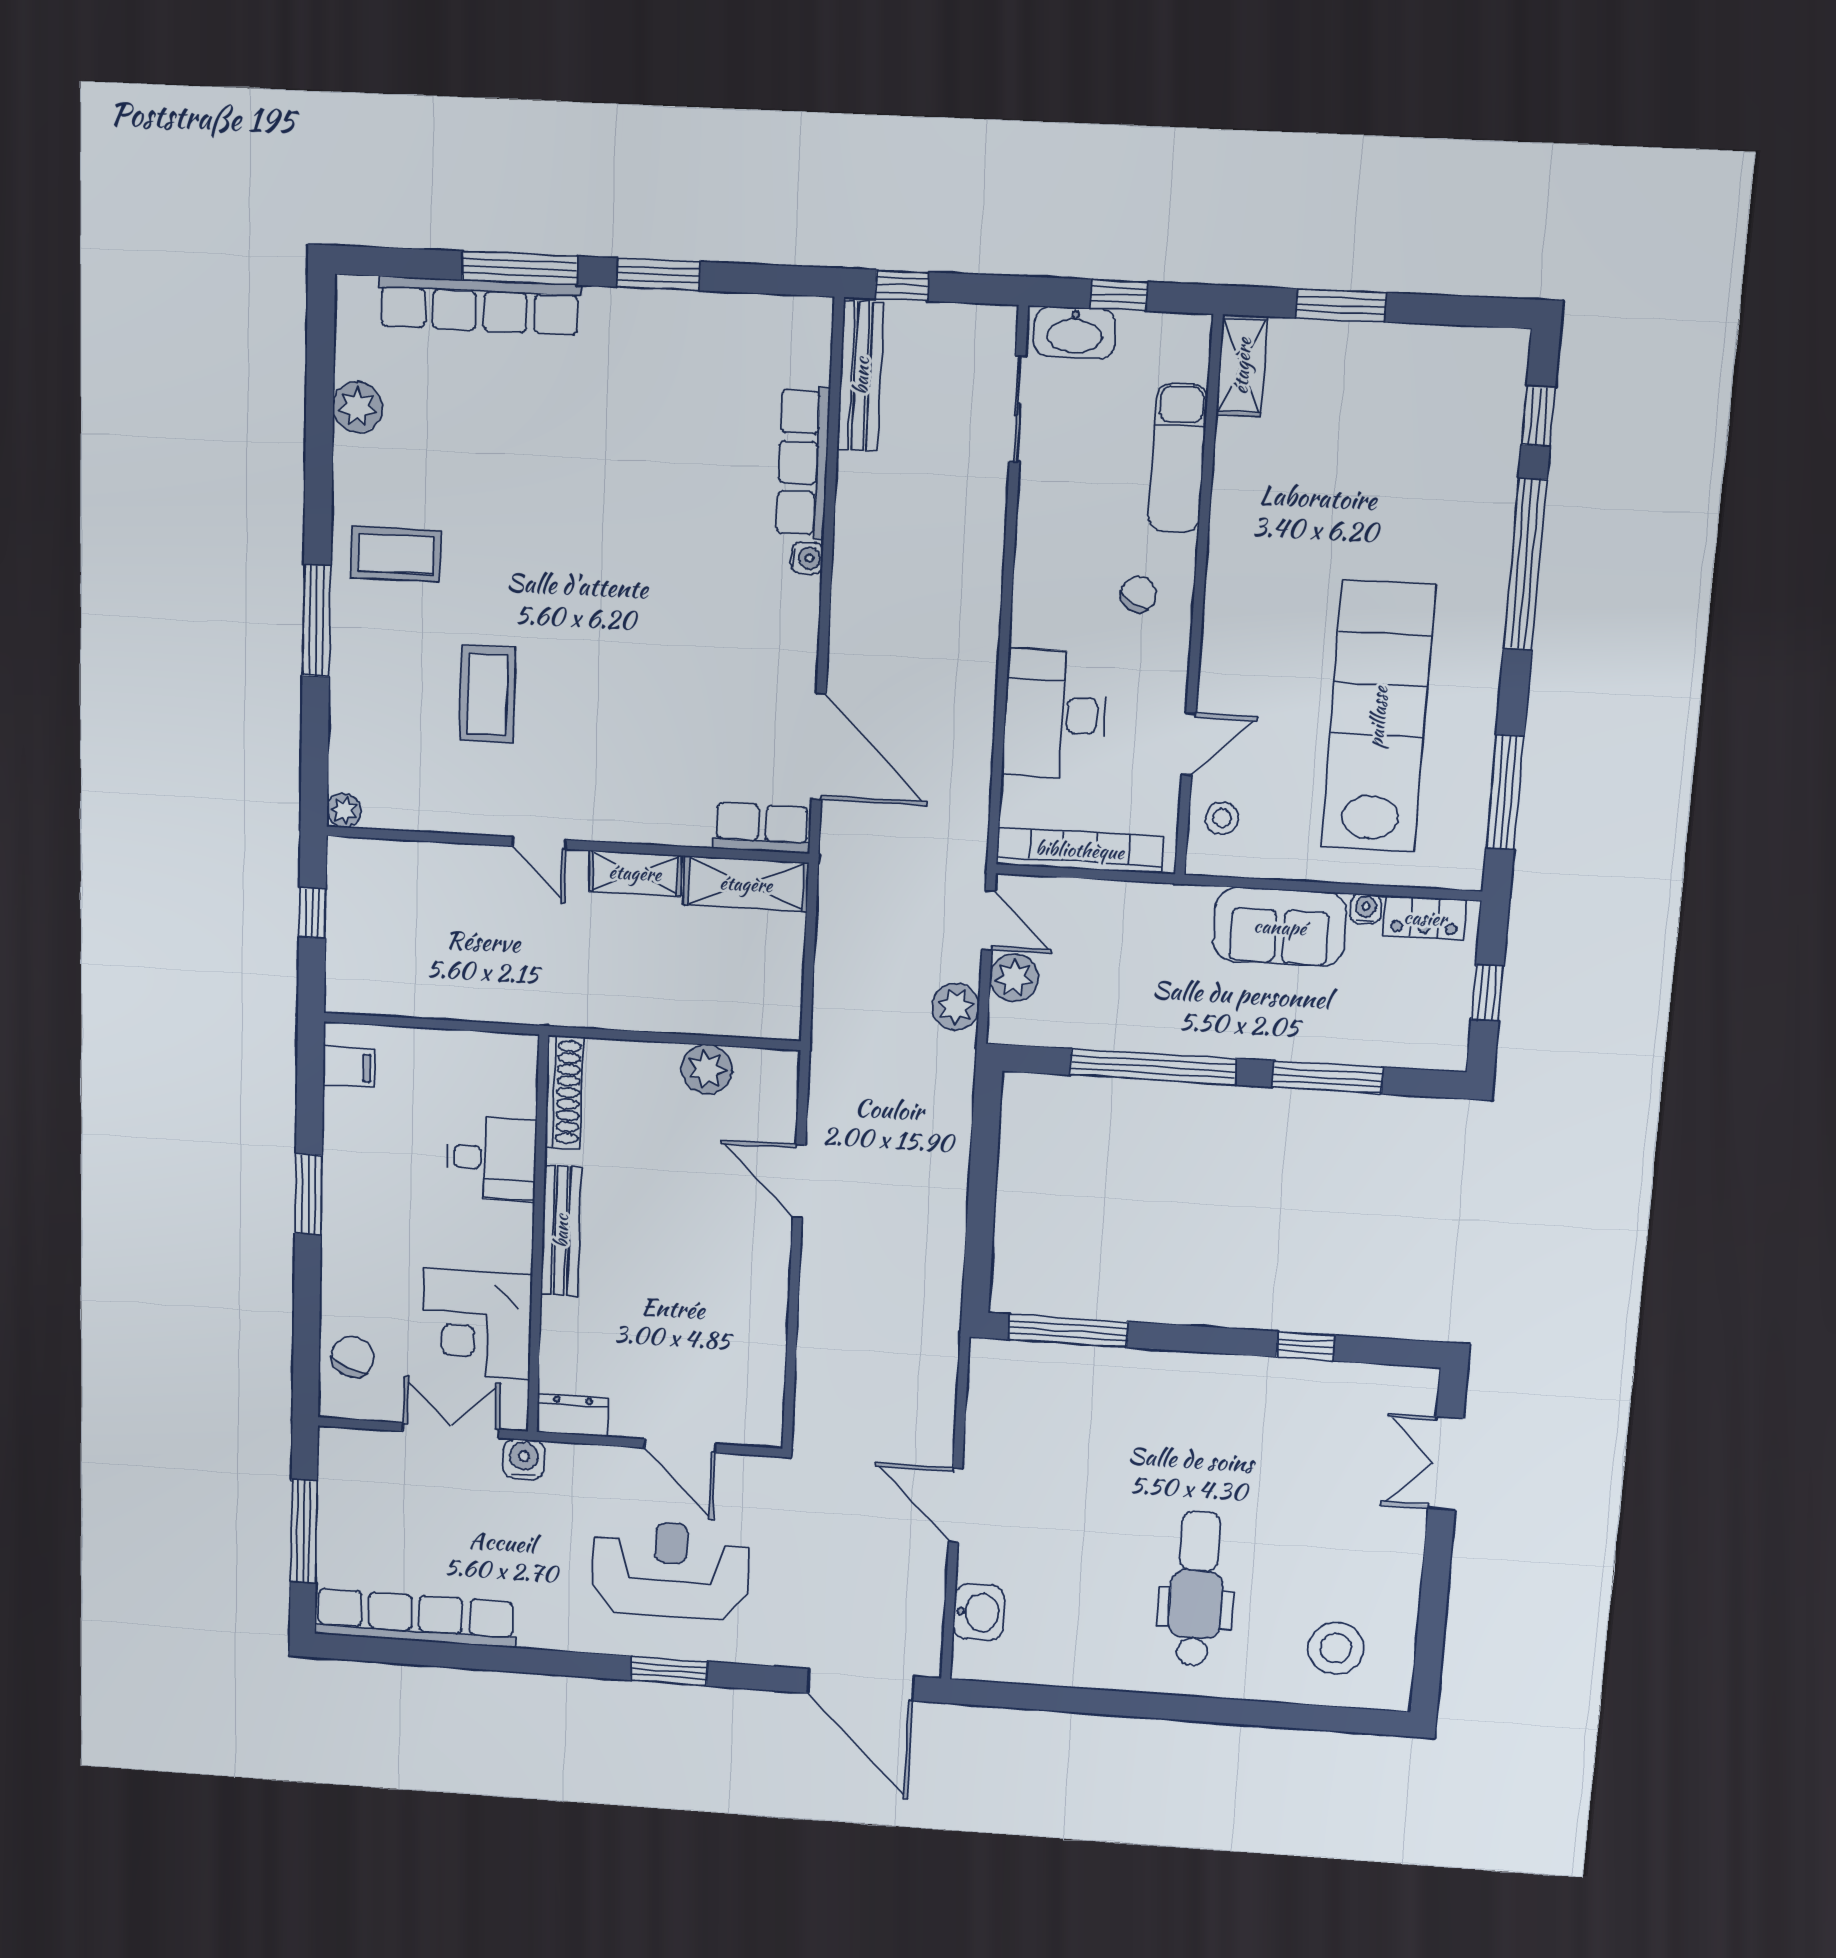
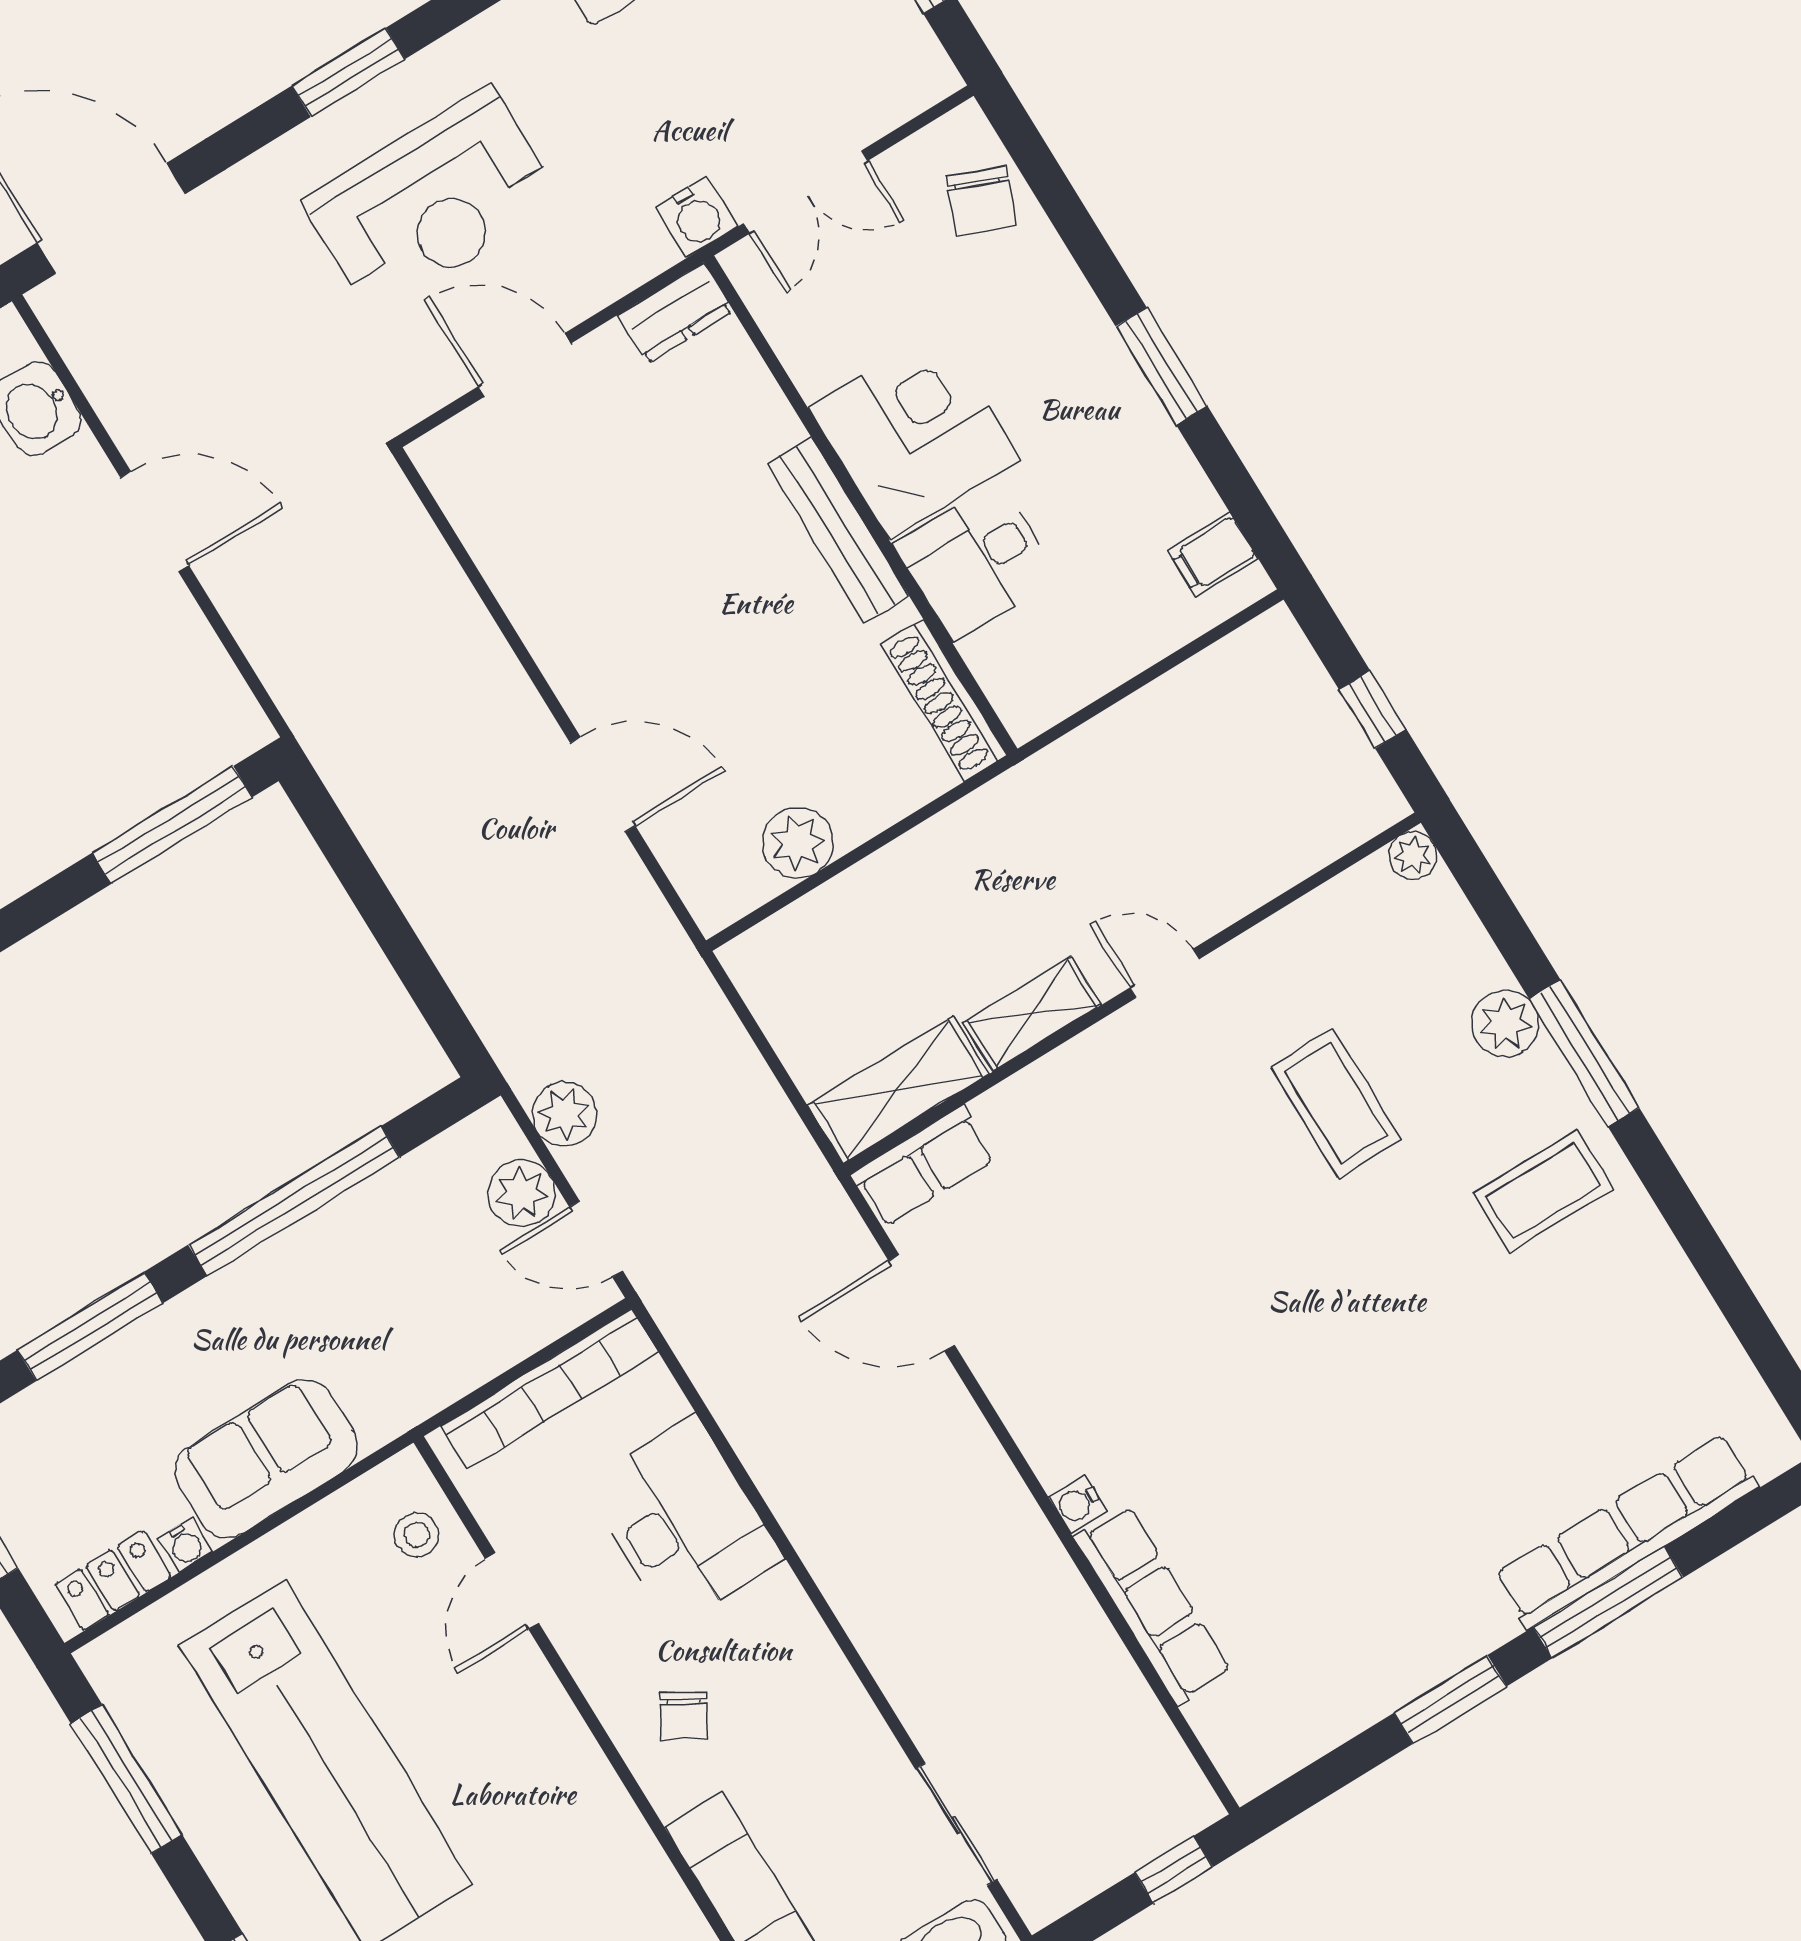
bench: (861, 376) -> (1153, 1742), removed
plant: (357, 407) -> (1505, 1024), moved
door: (819, 747) -> (922, 1303), width x0.73
corner desk: (477, 1324) -> (915, 433), moved

